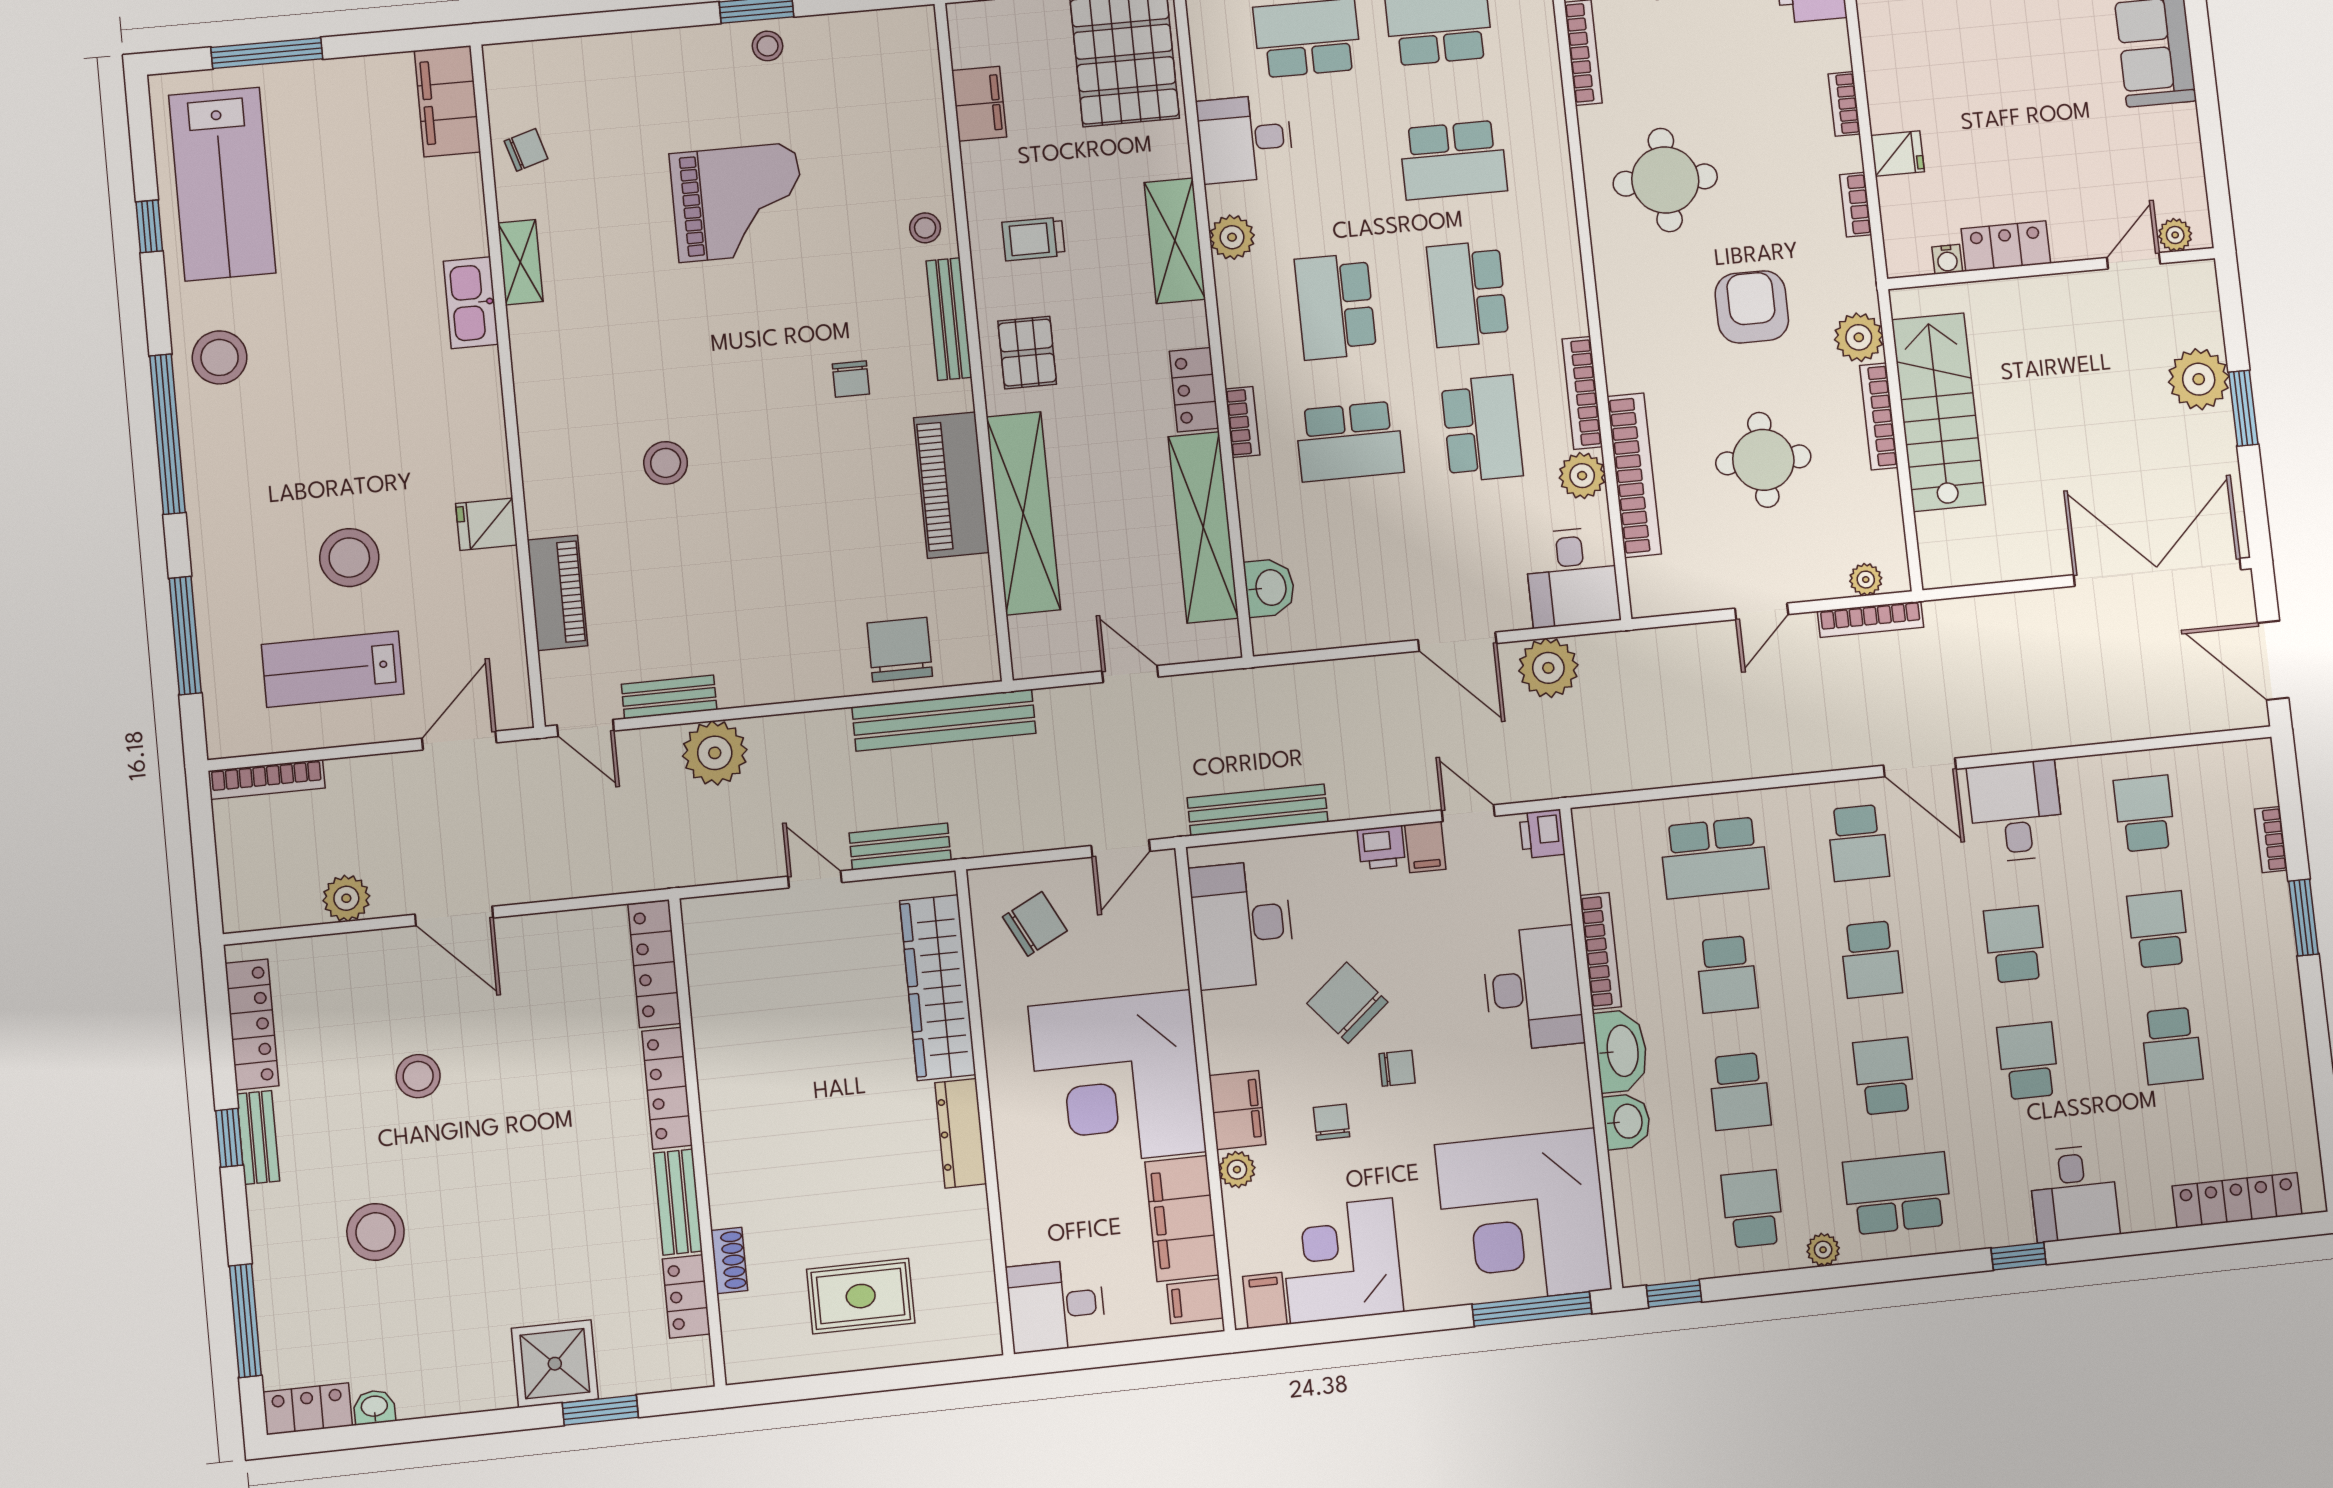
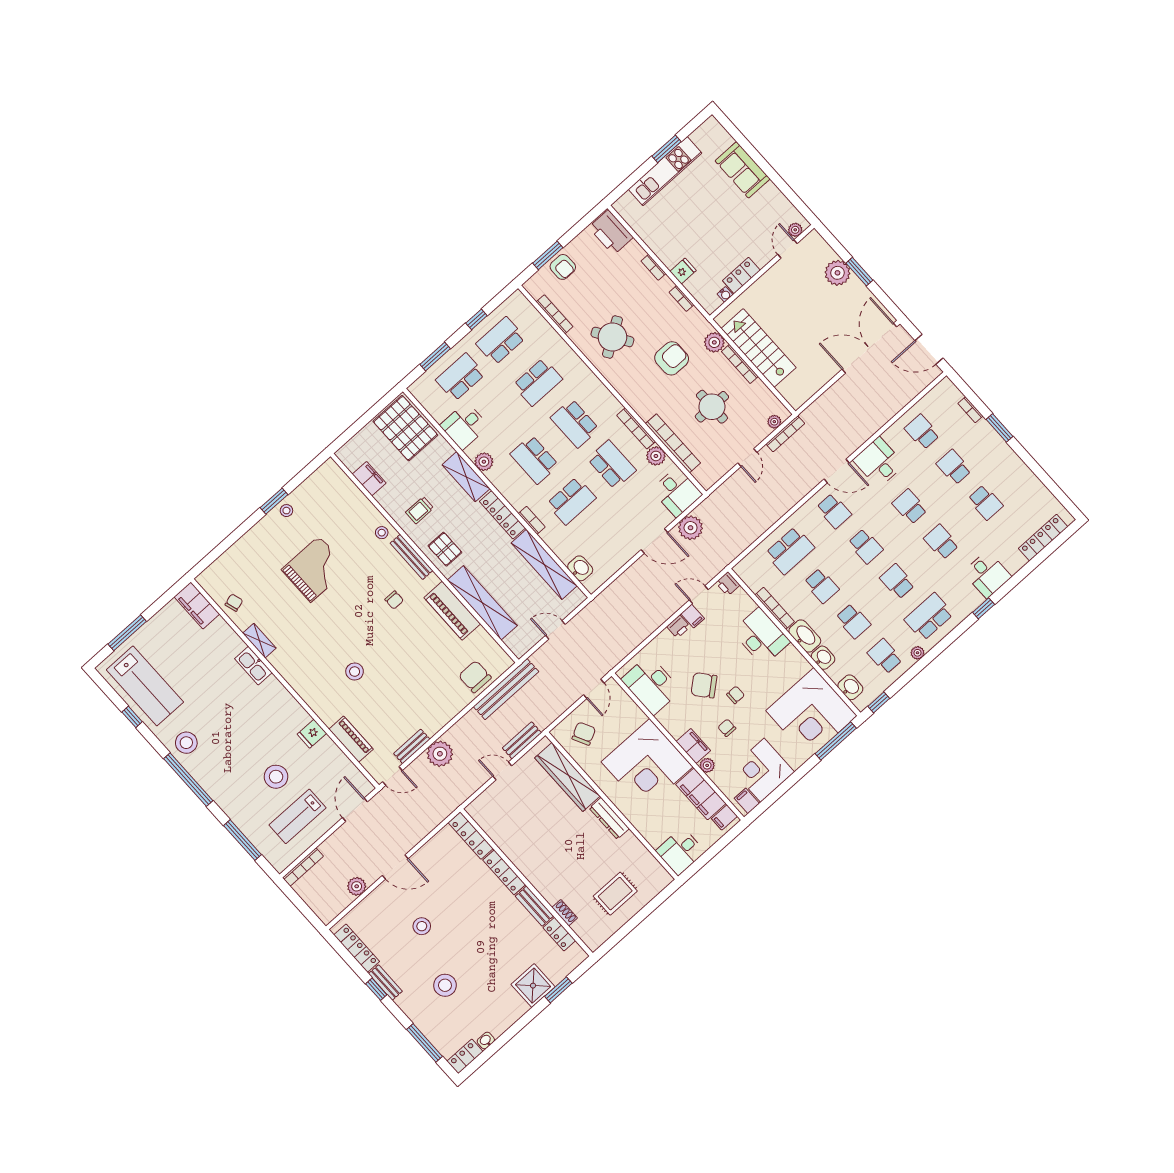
round table: (1665, 180) -> (612, 337), turned -33
armchair: (1752, 307) -> (672, 358), turned 90
locker: (1194, 390) -> (502, 515), width x1.53
bench: (1258, 810) -> (629, 644), removed
washbasin: (1639, 1221) -> (850, 687), added

